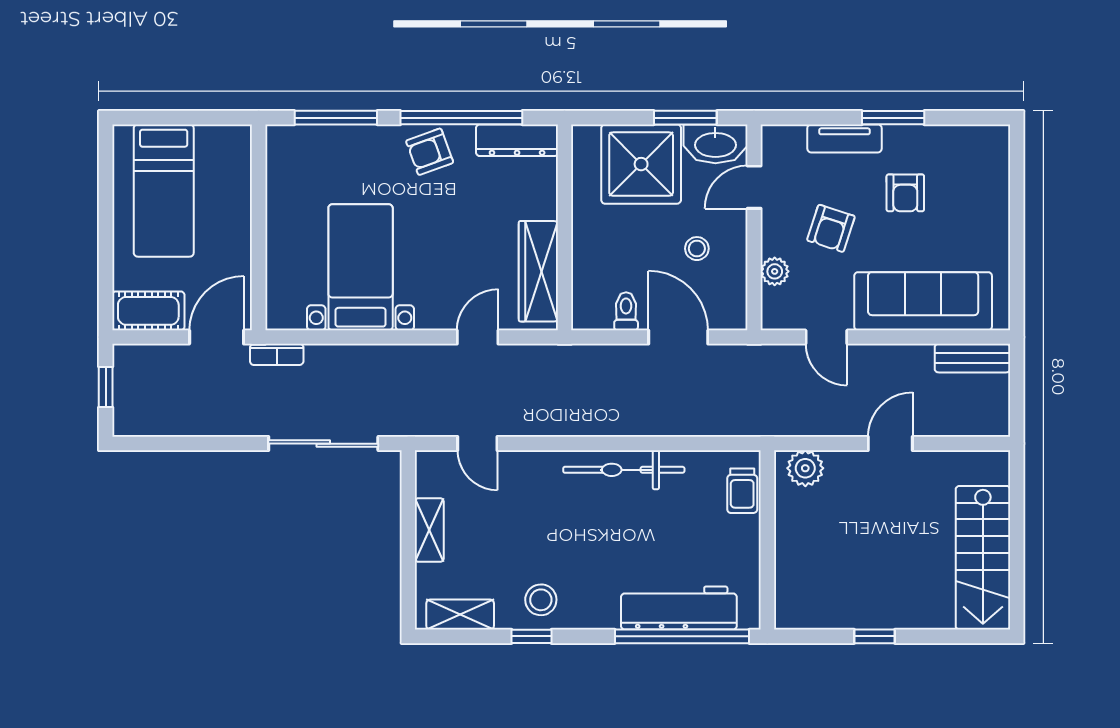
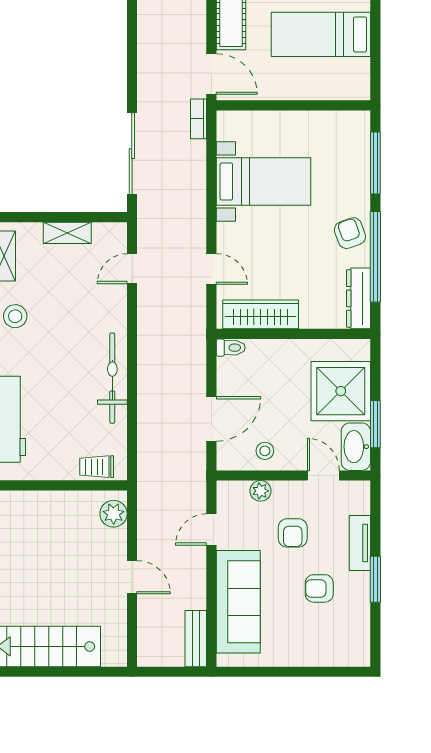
armchair: (831, 228) -> (293, 533), turned -108
stool: (697, 249) -> (265, 451), moved
toilet: (626, 311) -> (231, 348), moved

